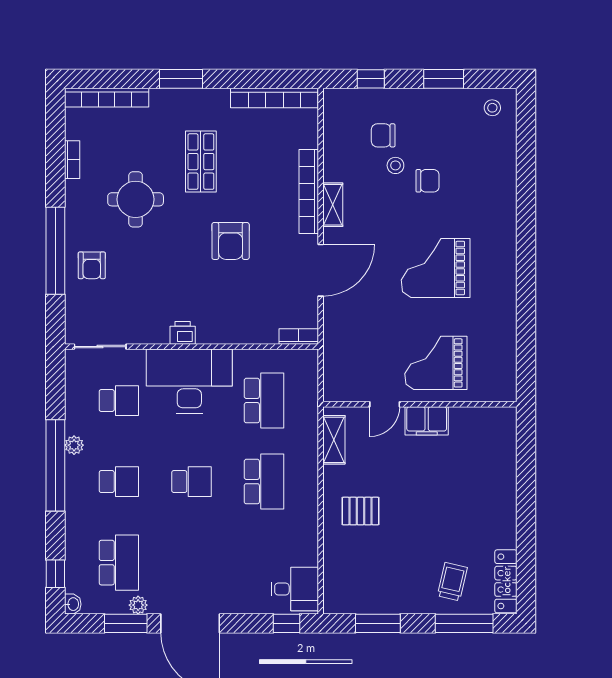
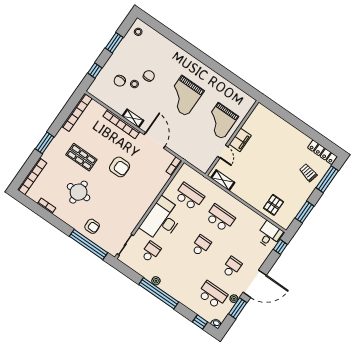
window: (55, 251) -> (89, 244), moved
printer: (183, 333) -> (142, 210), removed
school desk: (119, 482) -> (232, 267), moved
pallet: (361, 511) -> (273, 205), moved

